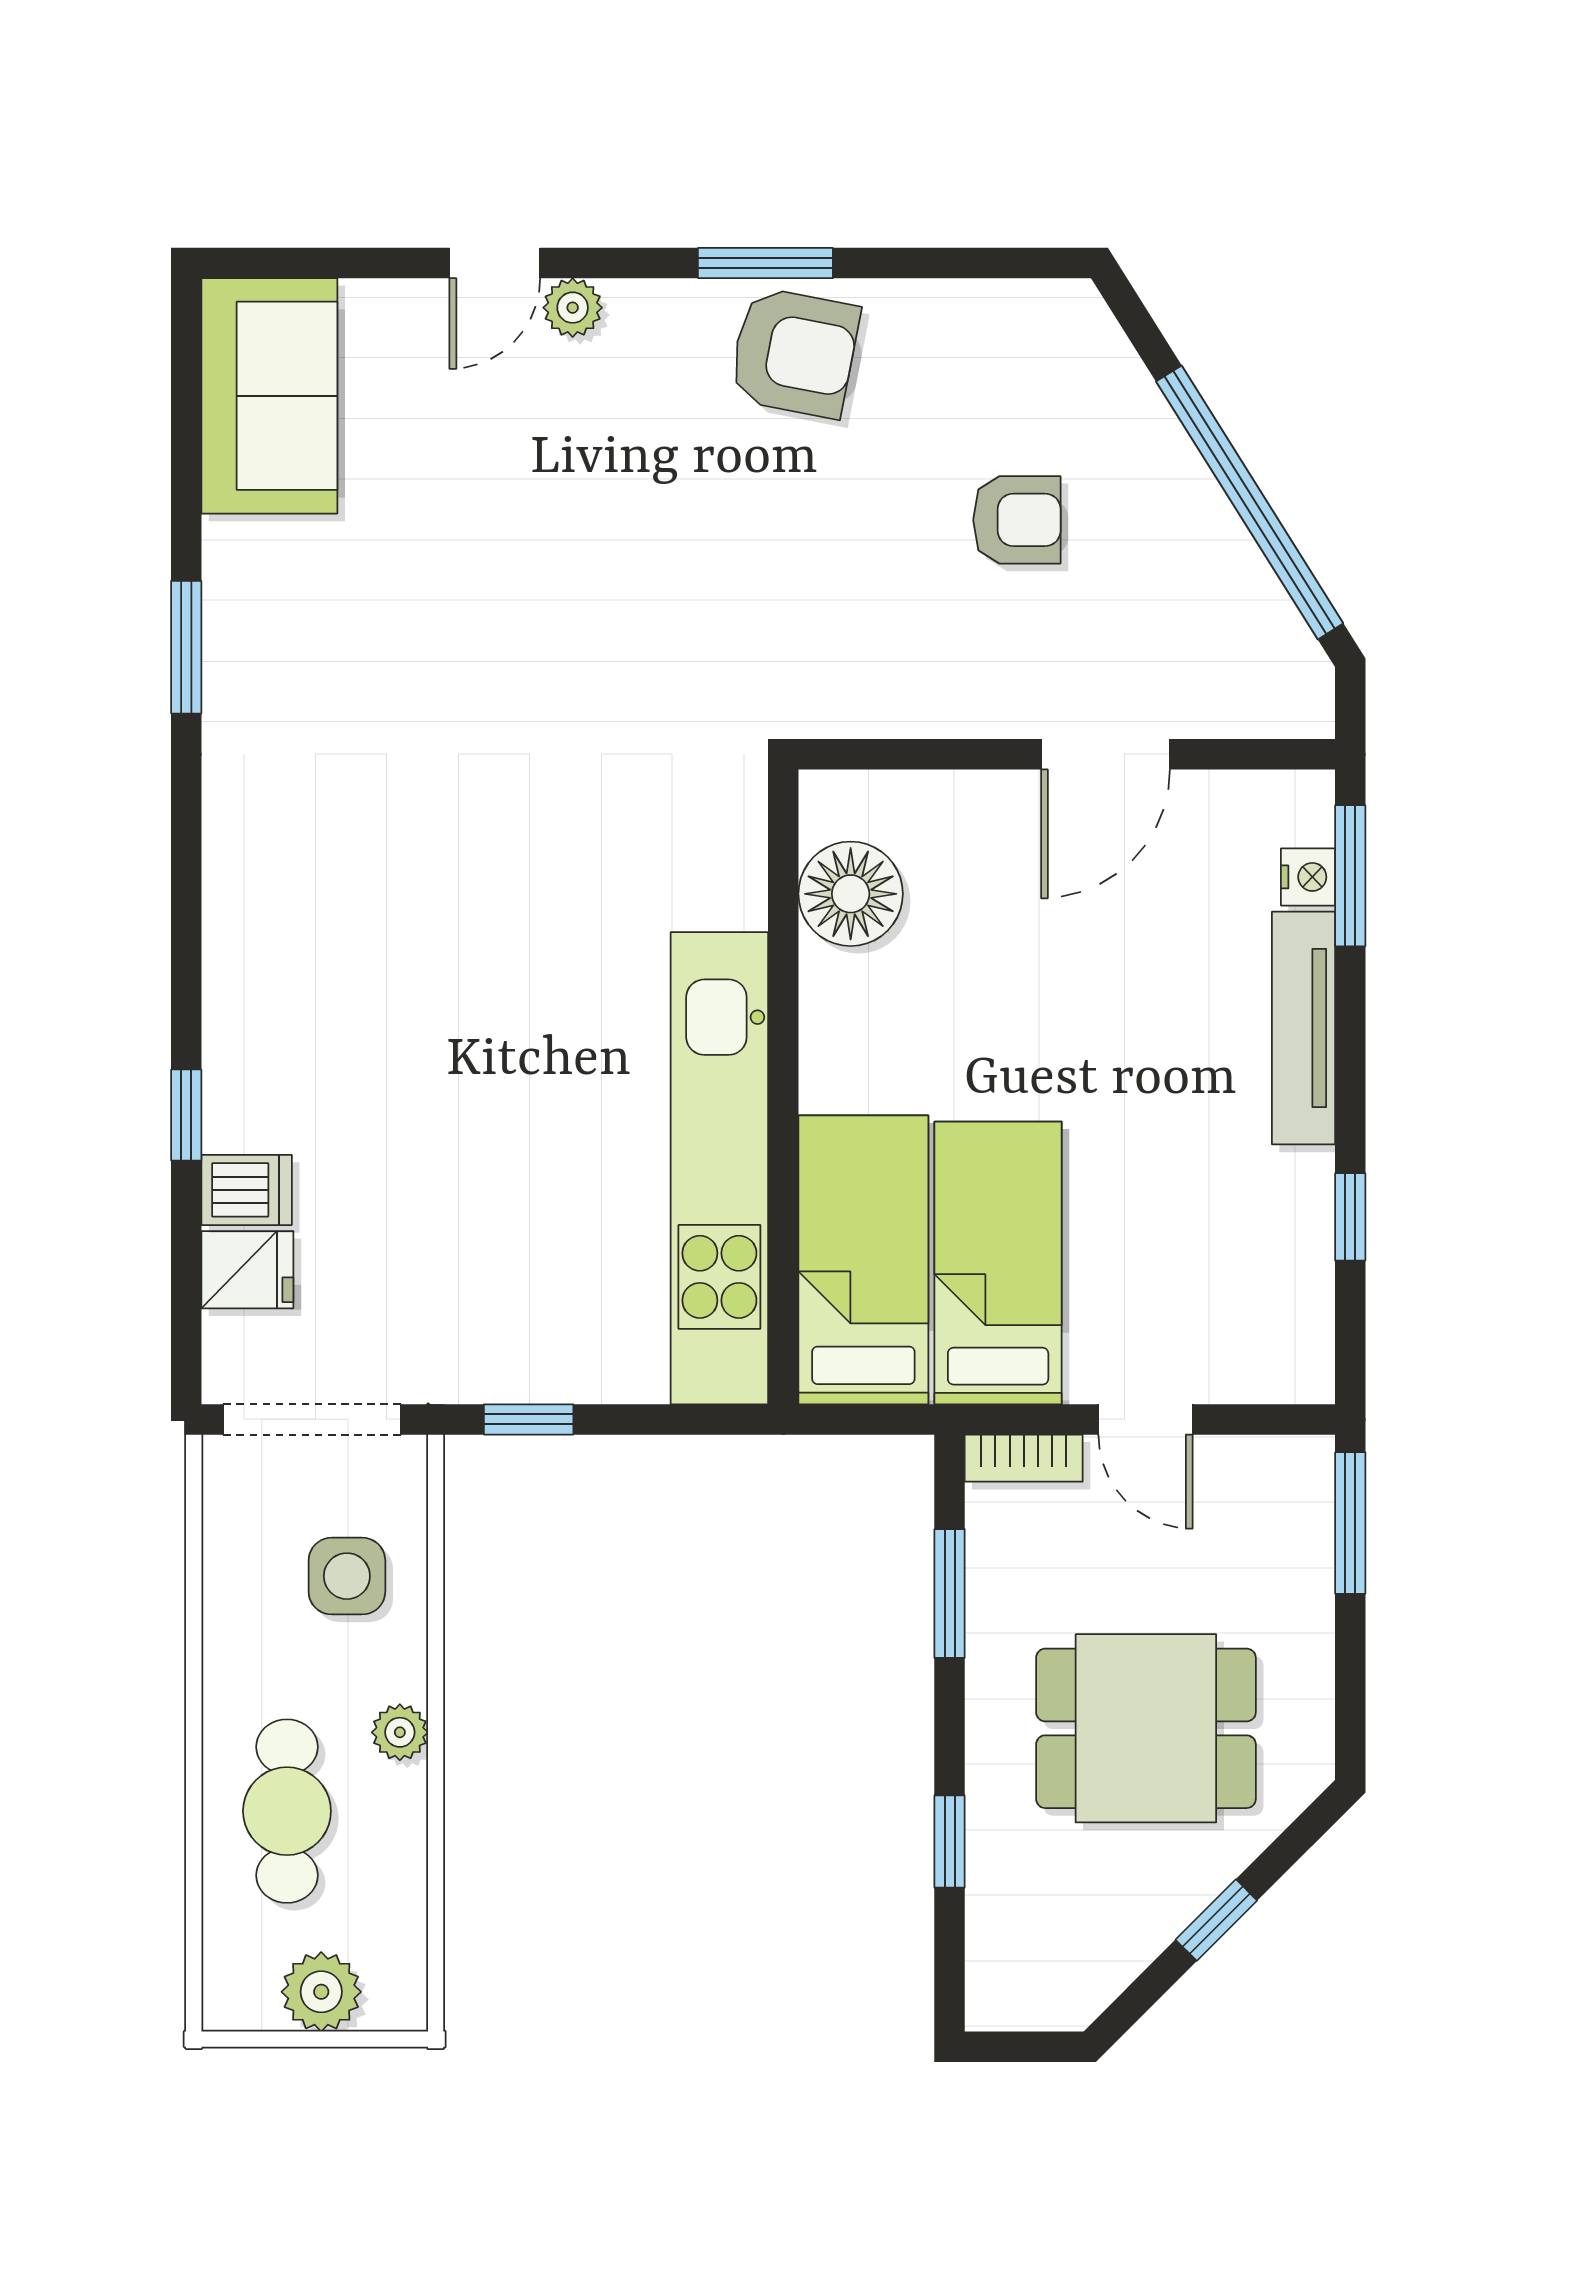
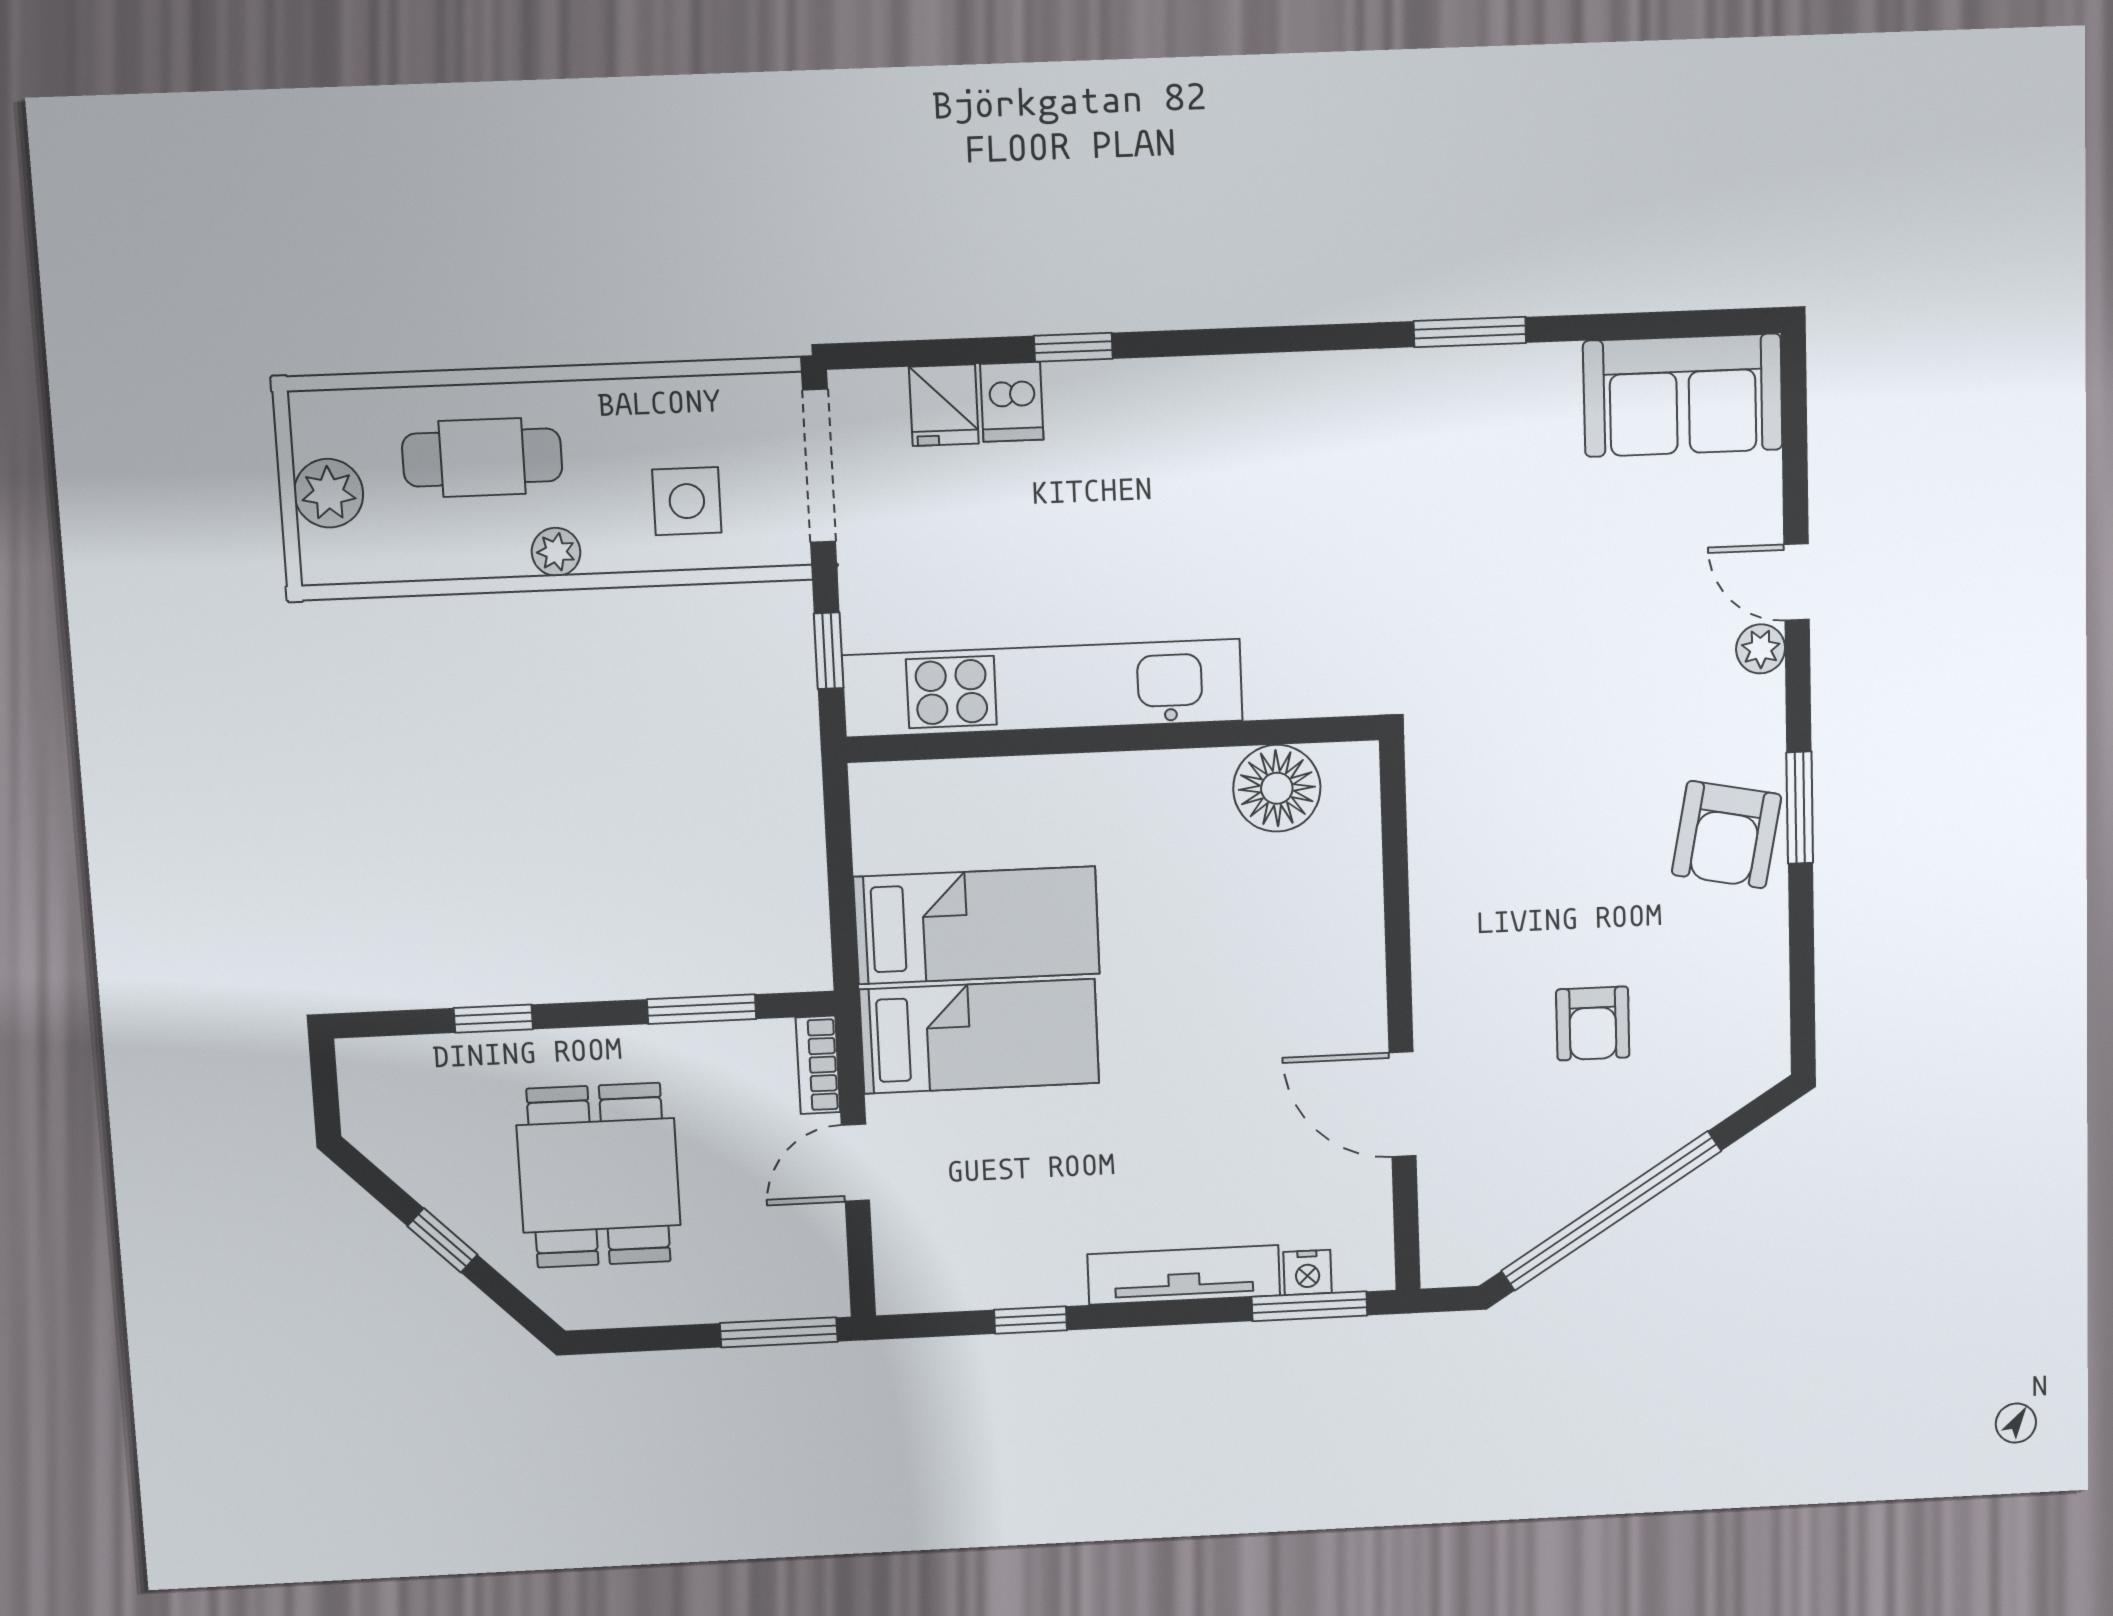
floor lamp: (851, 894) -> (1277, 788), moved
wall: (783, 1087) -> (1113, 739), moved
kitchen unit: (719, 1168) -> (1043, 688), moved

